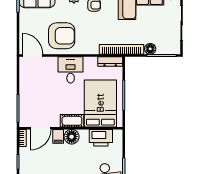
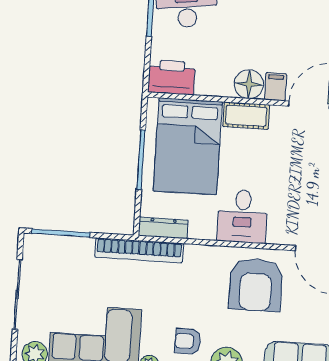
armchair: (62, 36) -> (256, 285), turned -90
floor lamp: (150, 49) -> (83, 248), removed
printer: (101, 138) -> (171, 77), moved

